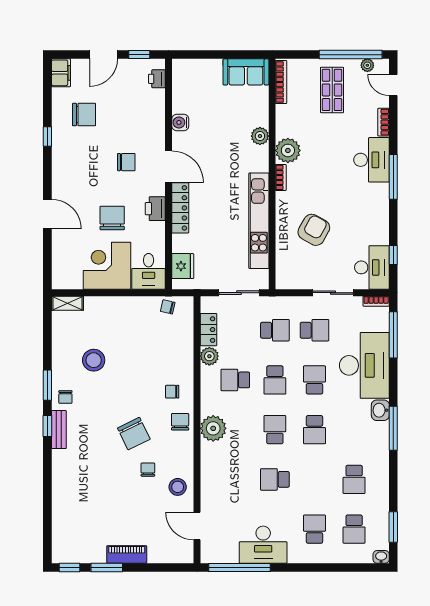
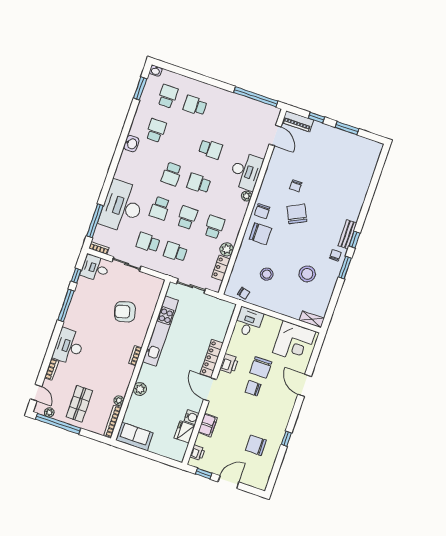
filing cabinet: (61, 73) -> (208, 425), moved, turned 180
plant: (288, 150) -> (119, 401), moved, width x0.53, depth x0.53
chair: (126, 162) -> (253, 388), moved
window: (393, 177) -> (66, 305), moved
armchair: (314, 230) -> (125, 312), turned 45
corner desk: (107, 266) -> (294, 342), moved
fridge: (183, 266) -> (185, 432), moved
desk: (372, 267) -> (95, 268), width x0.73
school desk: (235, 380) -> (214, 227), turned -90
chair: (172, 392) -> (260, 234), width x1.87, depth x1.87
washbasin: (380, 410) -> (131, 144), moved
plant: (213, 428) -> (247, 196), width x0.53, depth x0.53
window: (393, 428) -> (117, 156), removed
school desk: (275, 430) -> (199, 183), turned 90
school desk: (314, 430) -> (172, 174), turned 180
stool: (178, 487) -> (267, 274), moved
school desk: (314, 529) -> (195, 106), turned 90
desk: (263, 545) -> (246, 171), moved, turned 90
piano: (127, 554) -> (298, 121), moved
window: (70, 568) -> (316, 118), moved

